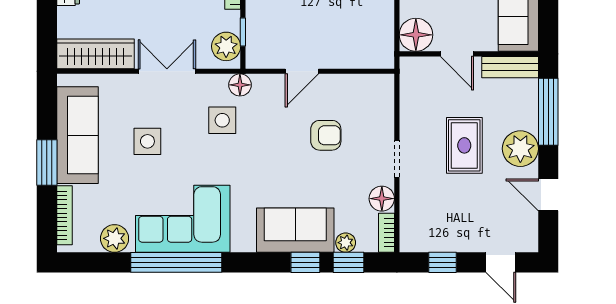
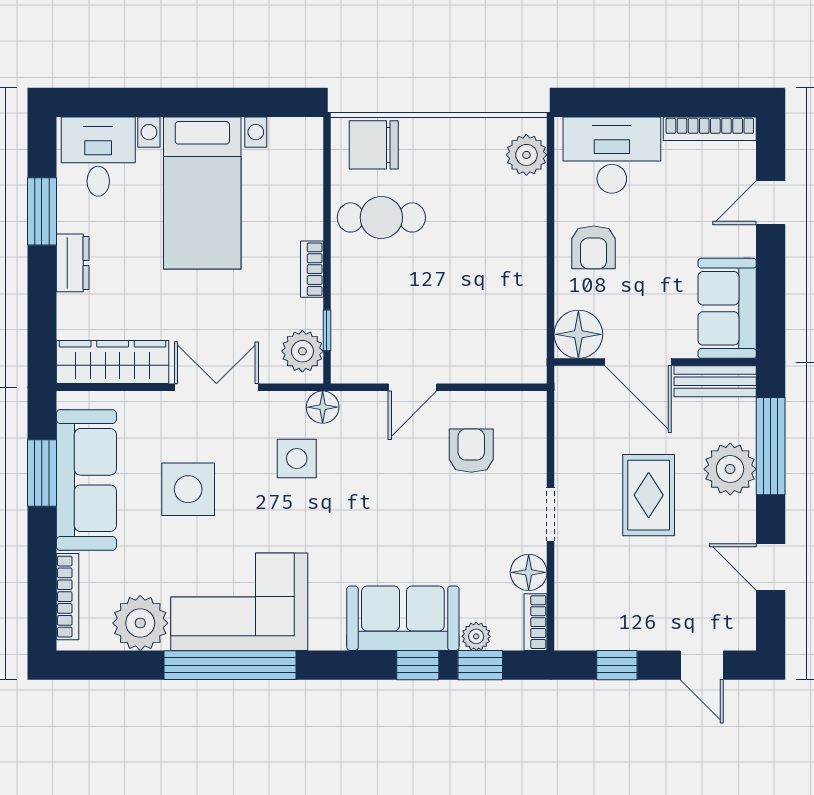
door: (457, 54) -> (638, 362), width x1.38
armchair: (326, 135) -> (471, 451), moved, turned -90
side table: (147, 141) -> (188, 489), width x1.37, depth x1.37
plant: (520, 149) -> (730, 469), moved
window: (47, 163) -> (42, 473), moved
plant: (115, 238) -> (140, 623), width x1.36, depth x1.36

